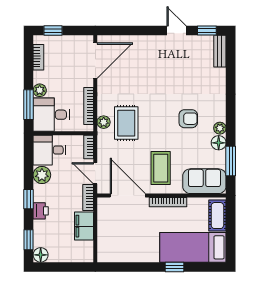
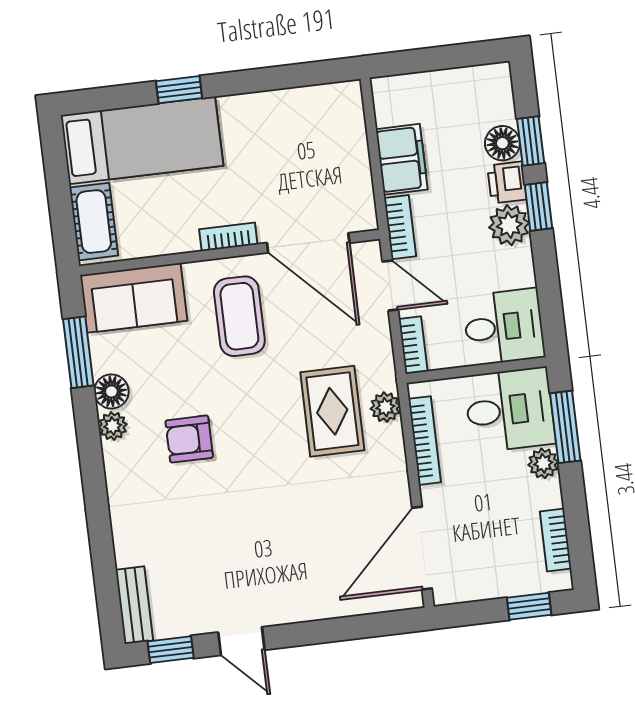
plant: (42, 175) -> (509, 225), moved
bookcase: (168, 202) -> (228, 237), width x0.64
window: (29, 240) -> (531, 141), moved
floor lamp: (41, 255) -> (502, 143), moved

